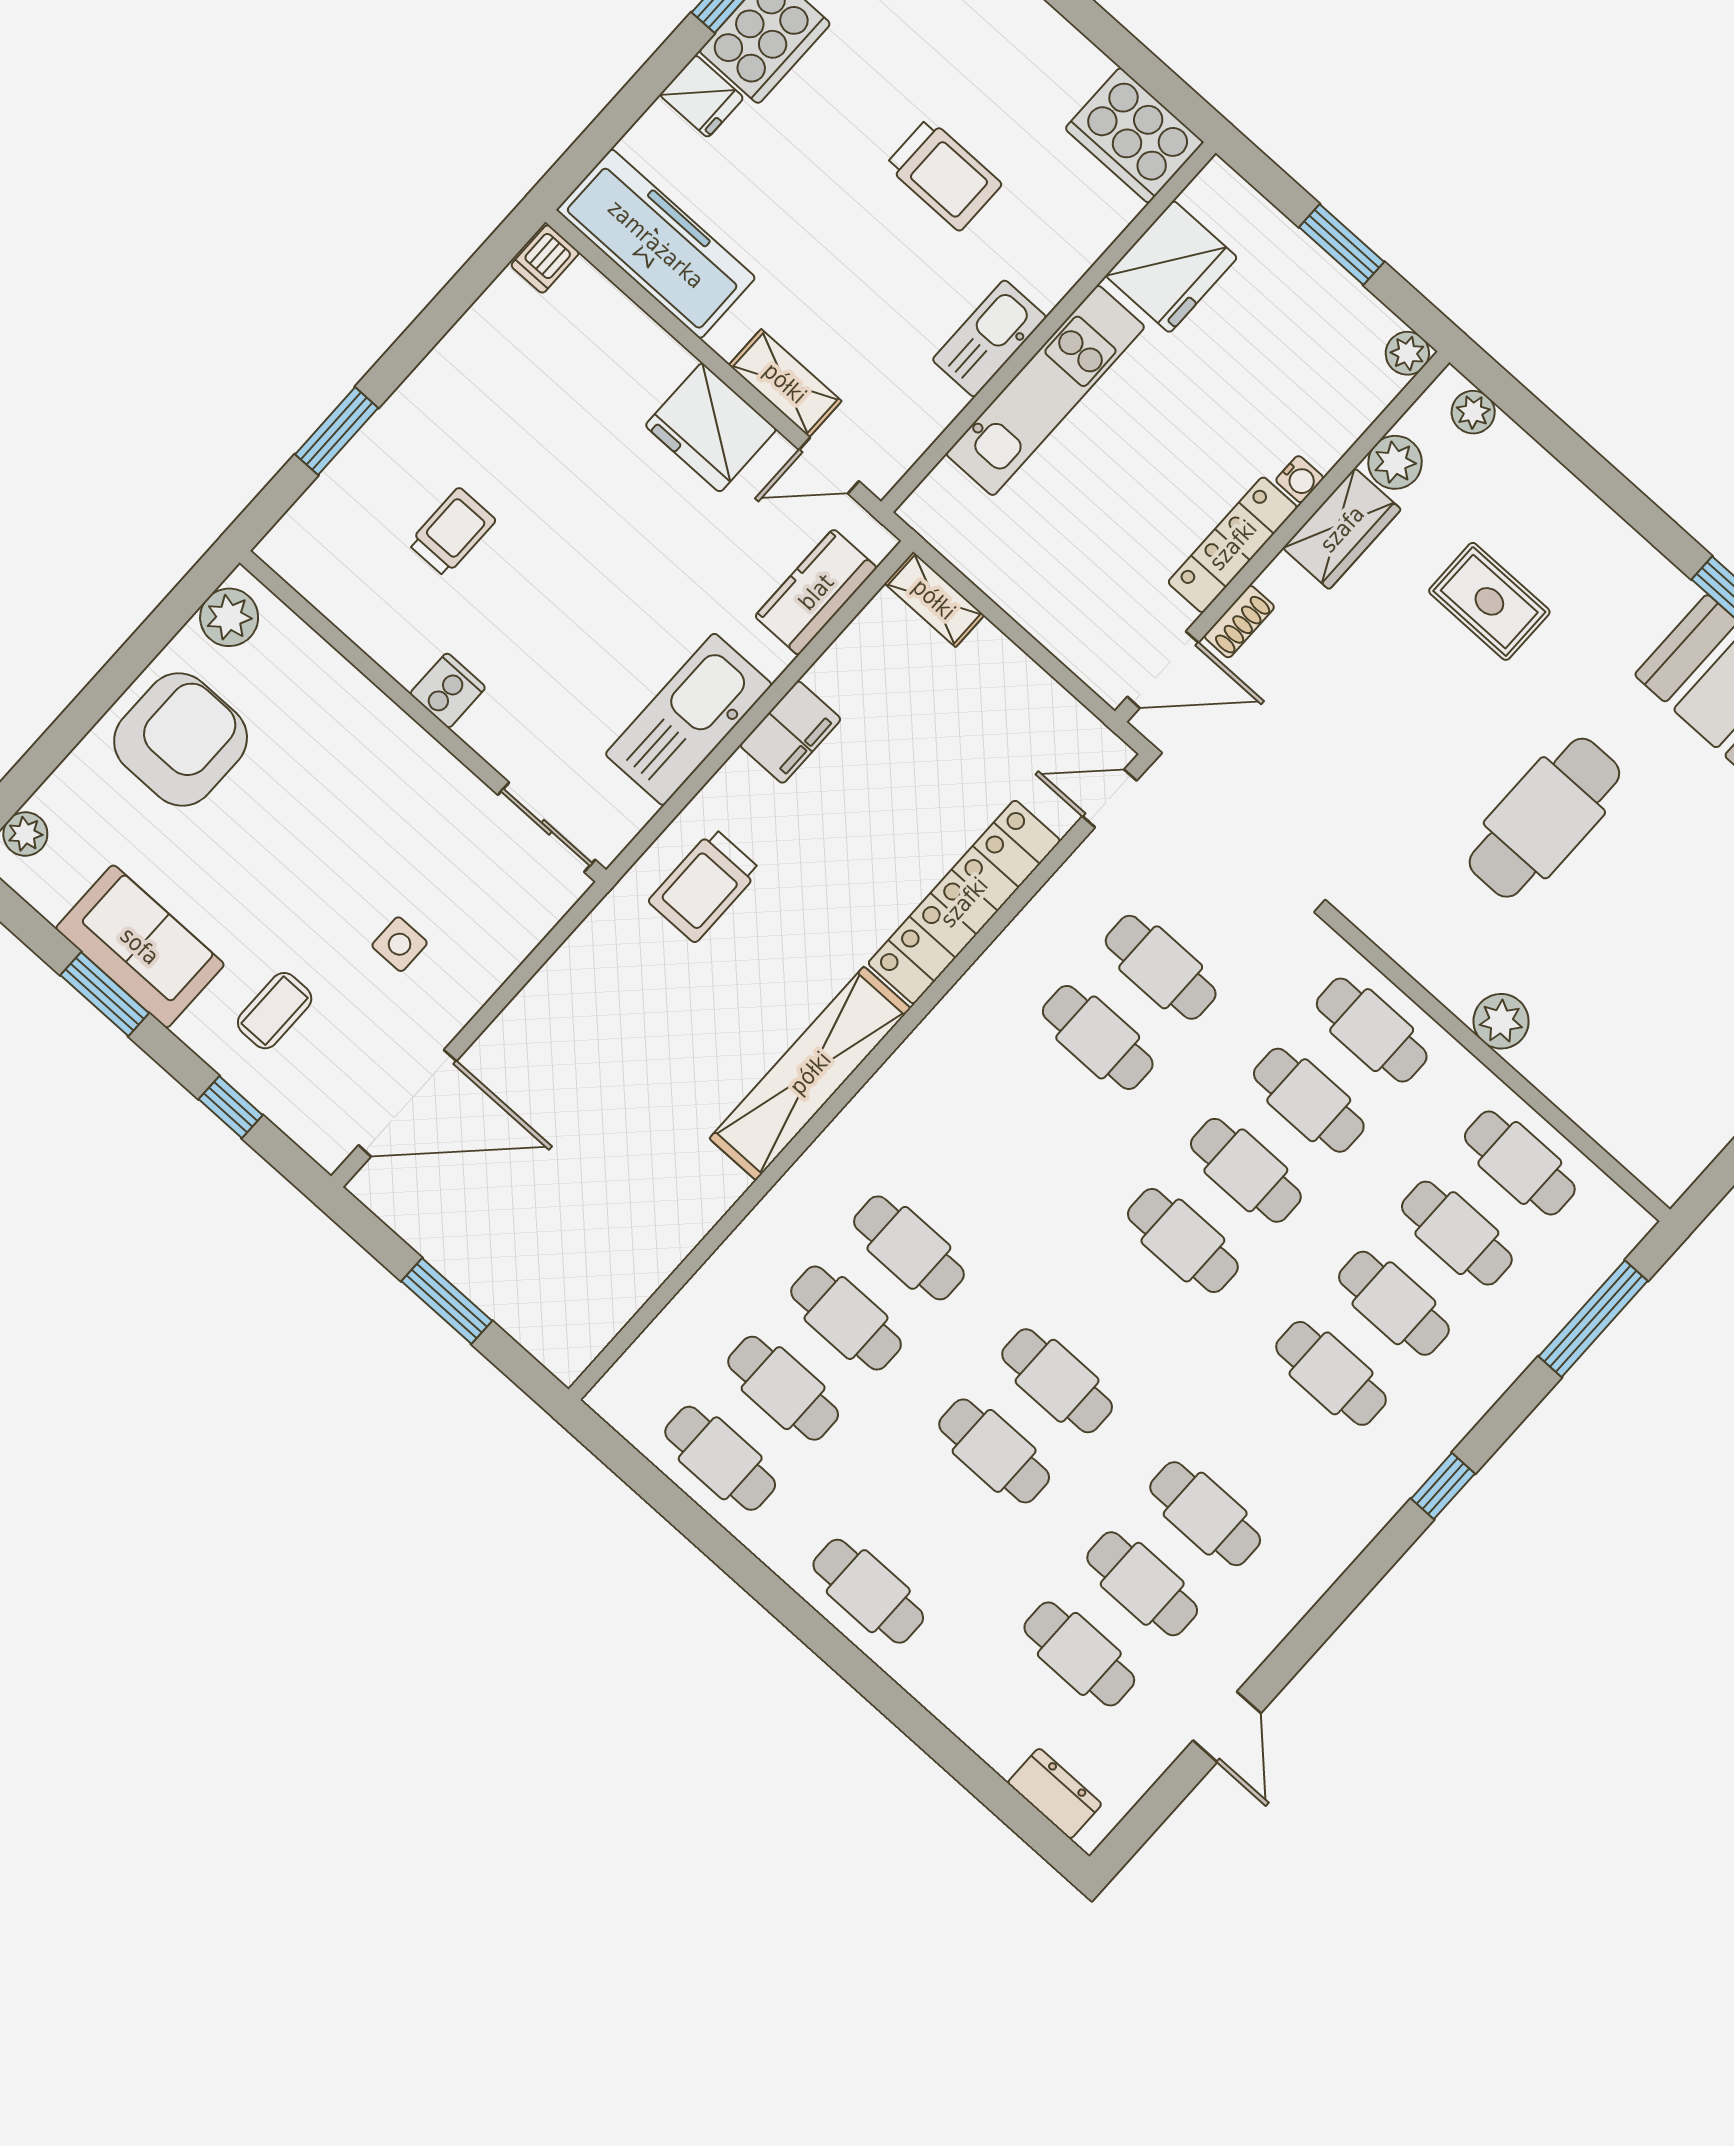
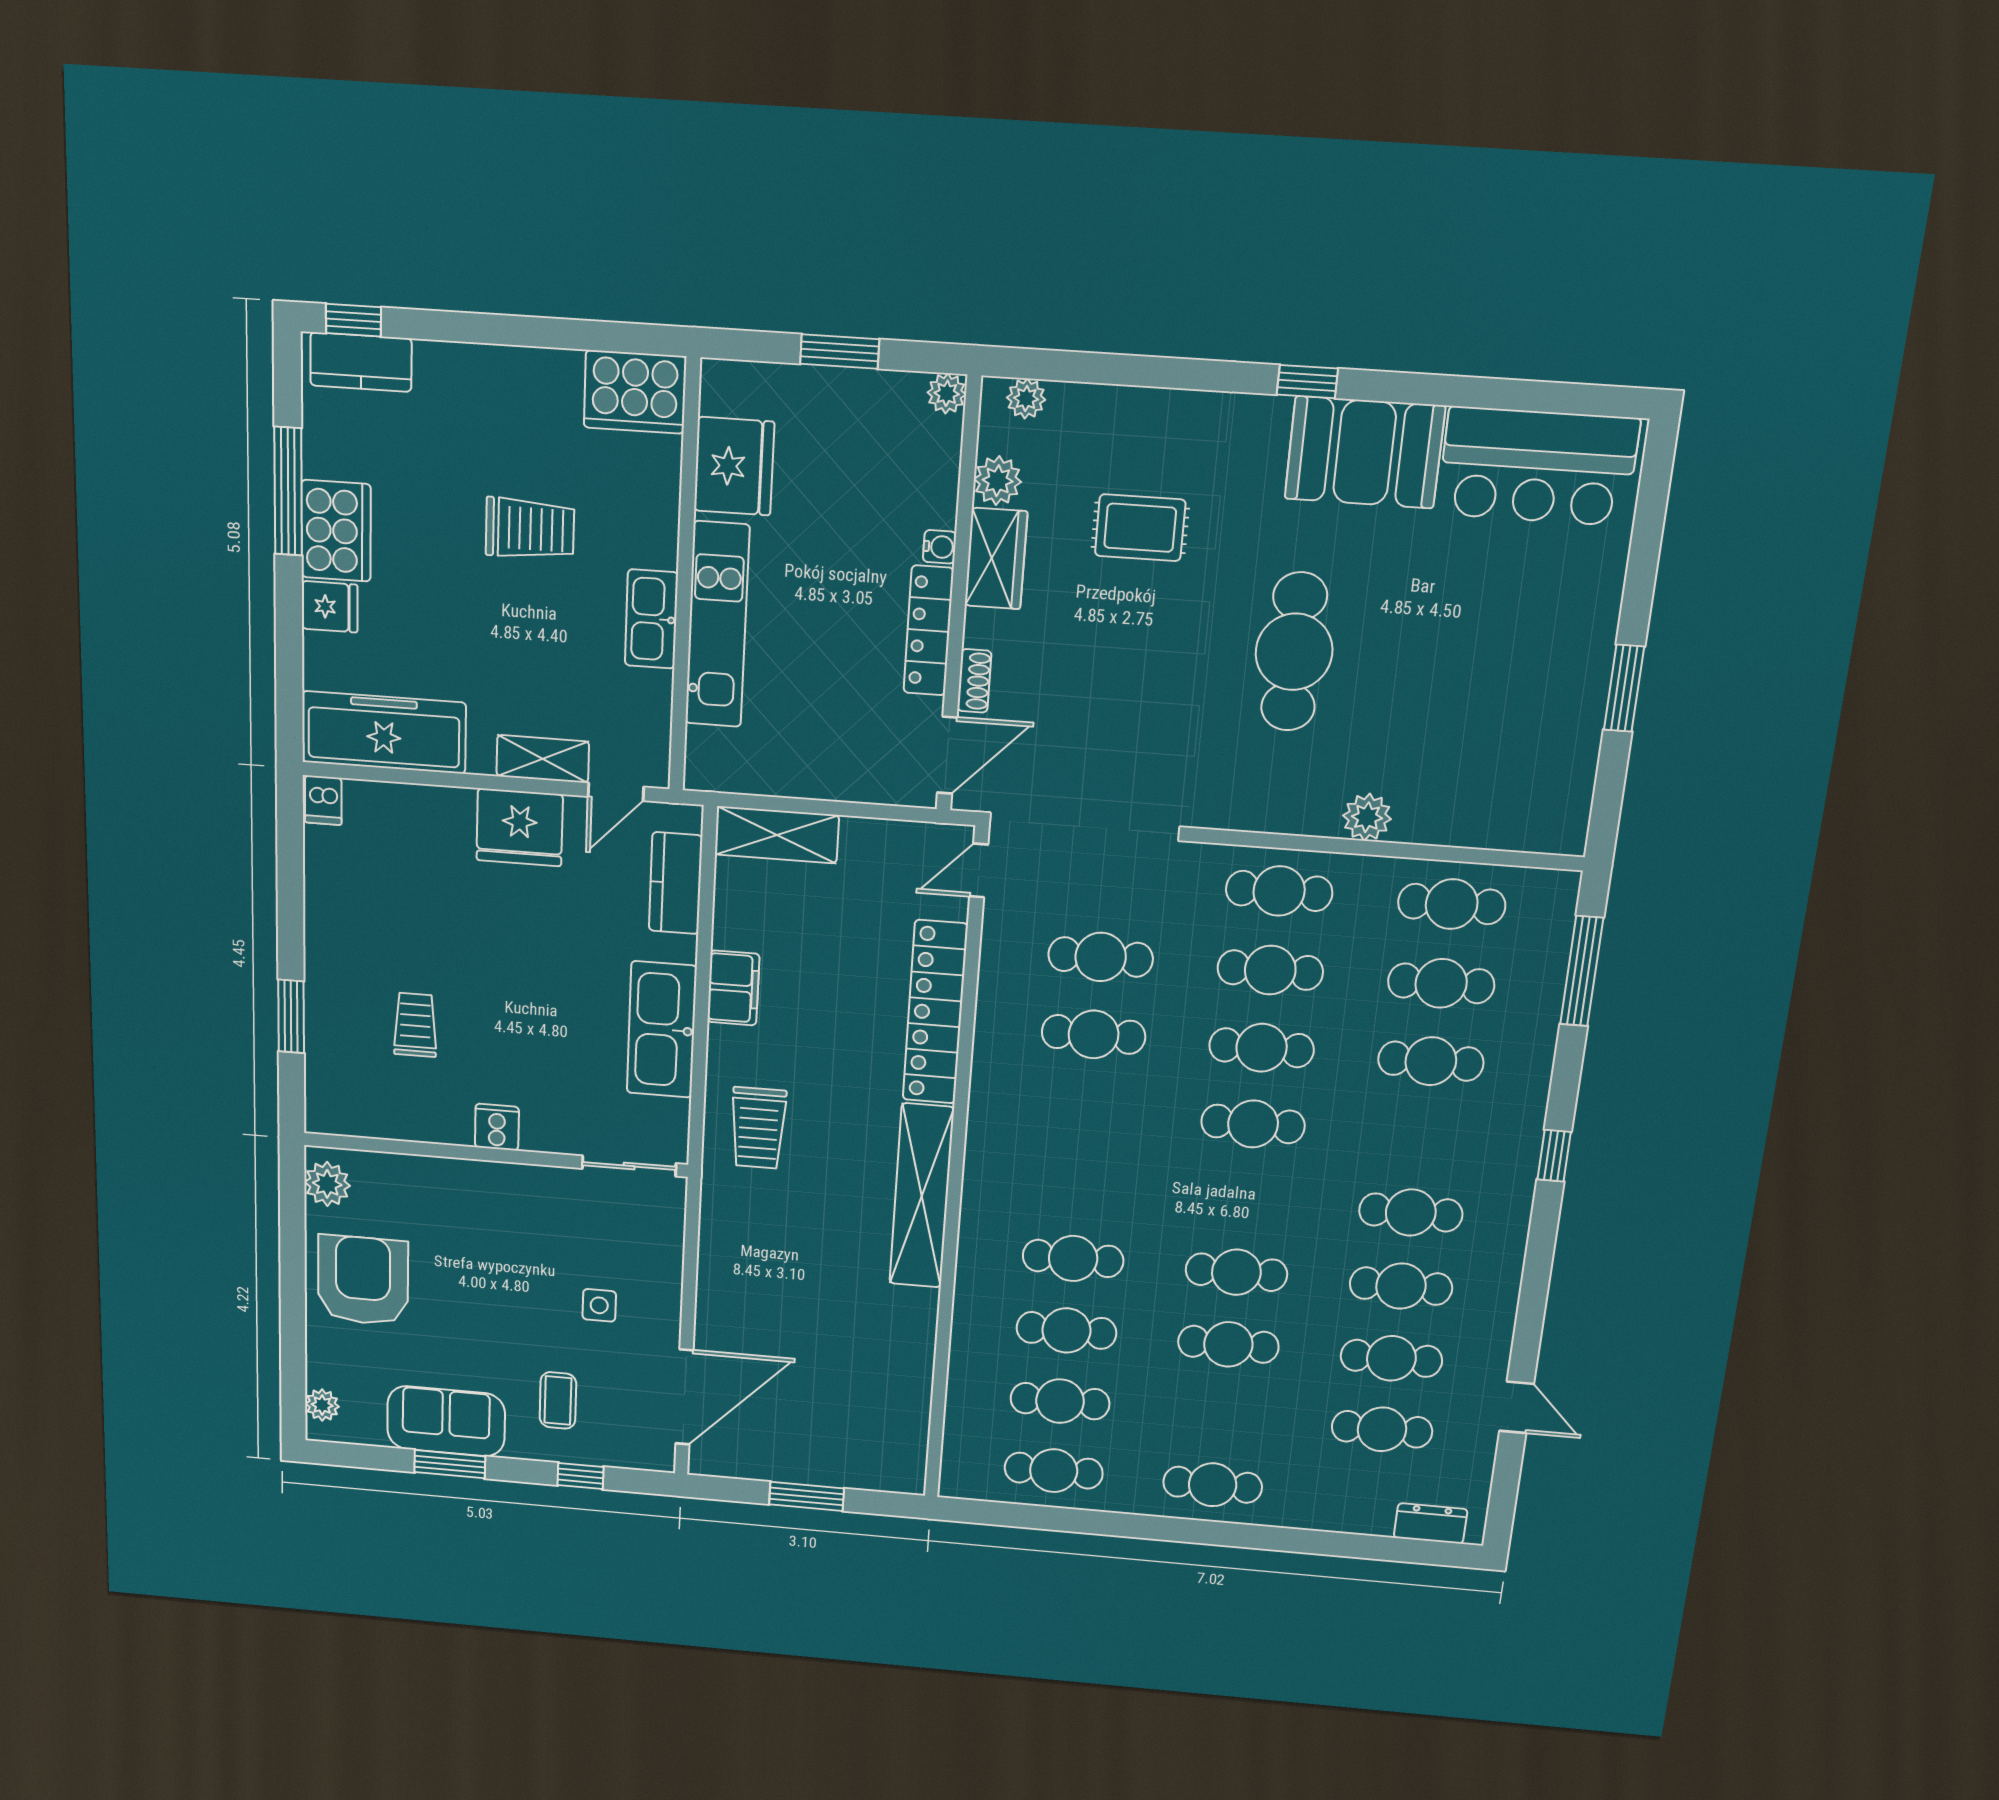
shelving: (934, 599) -> (777, 835), width x1.50, depth x1.33
cafe table: (1331, 1373) -> (1411, 1212), moved

